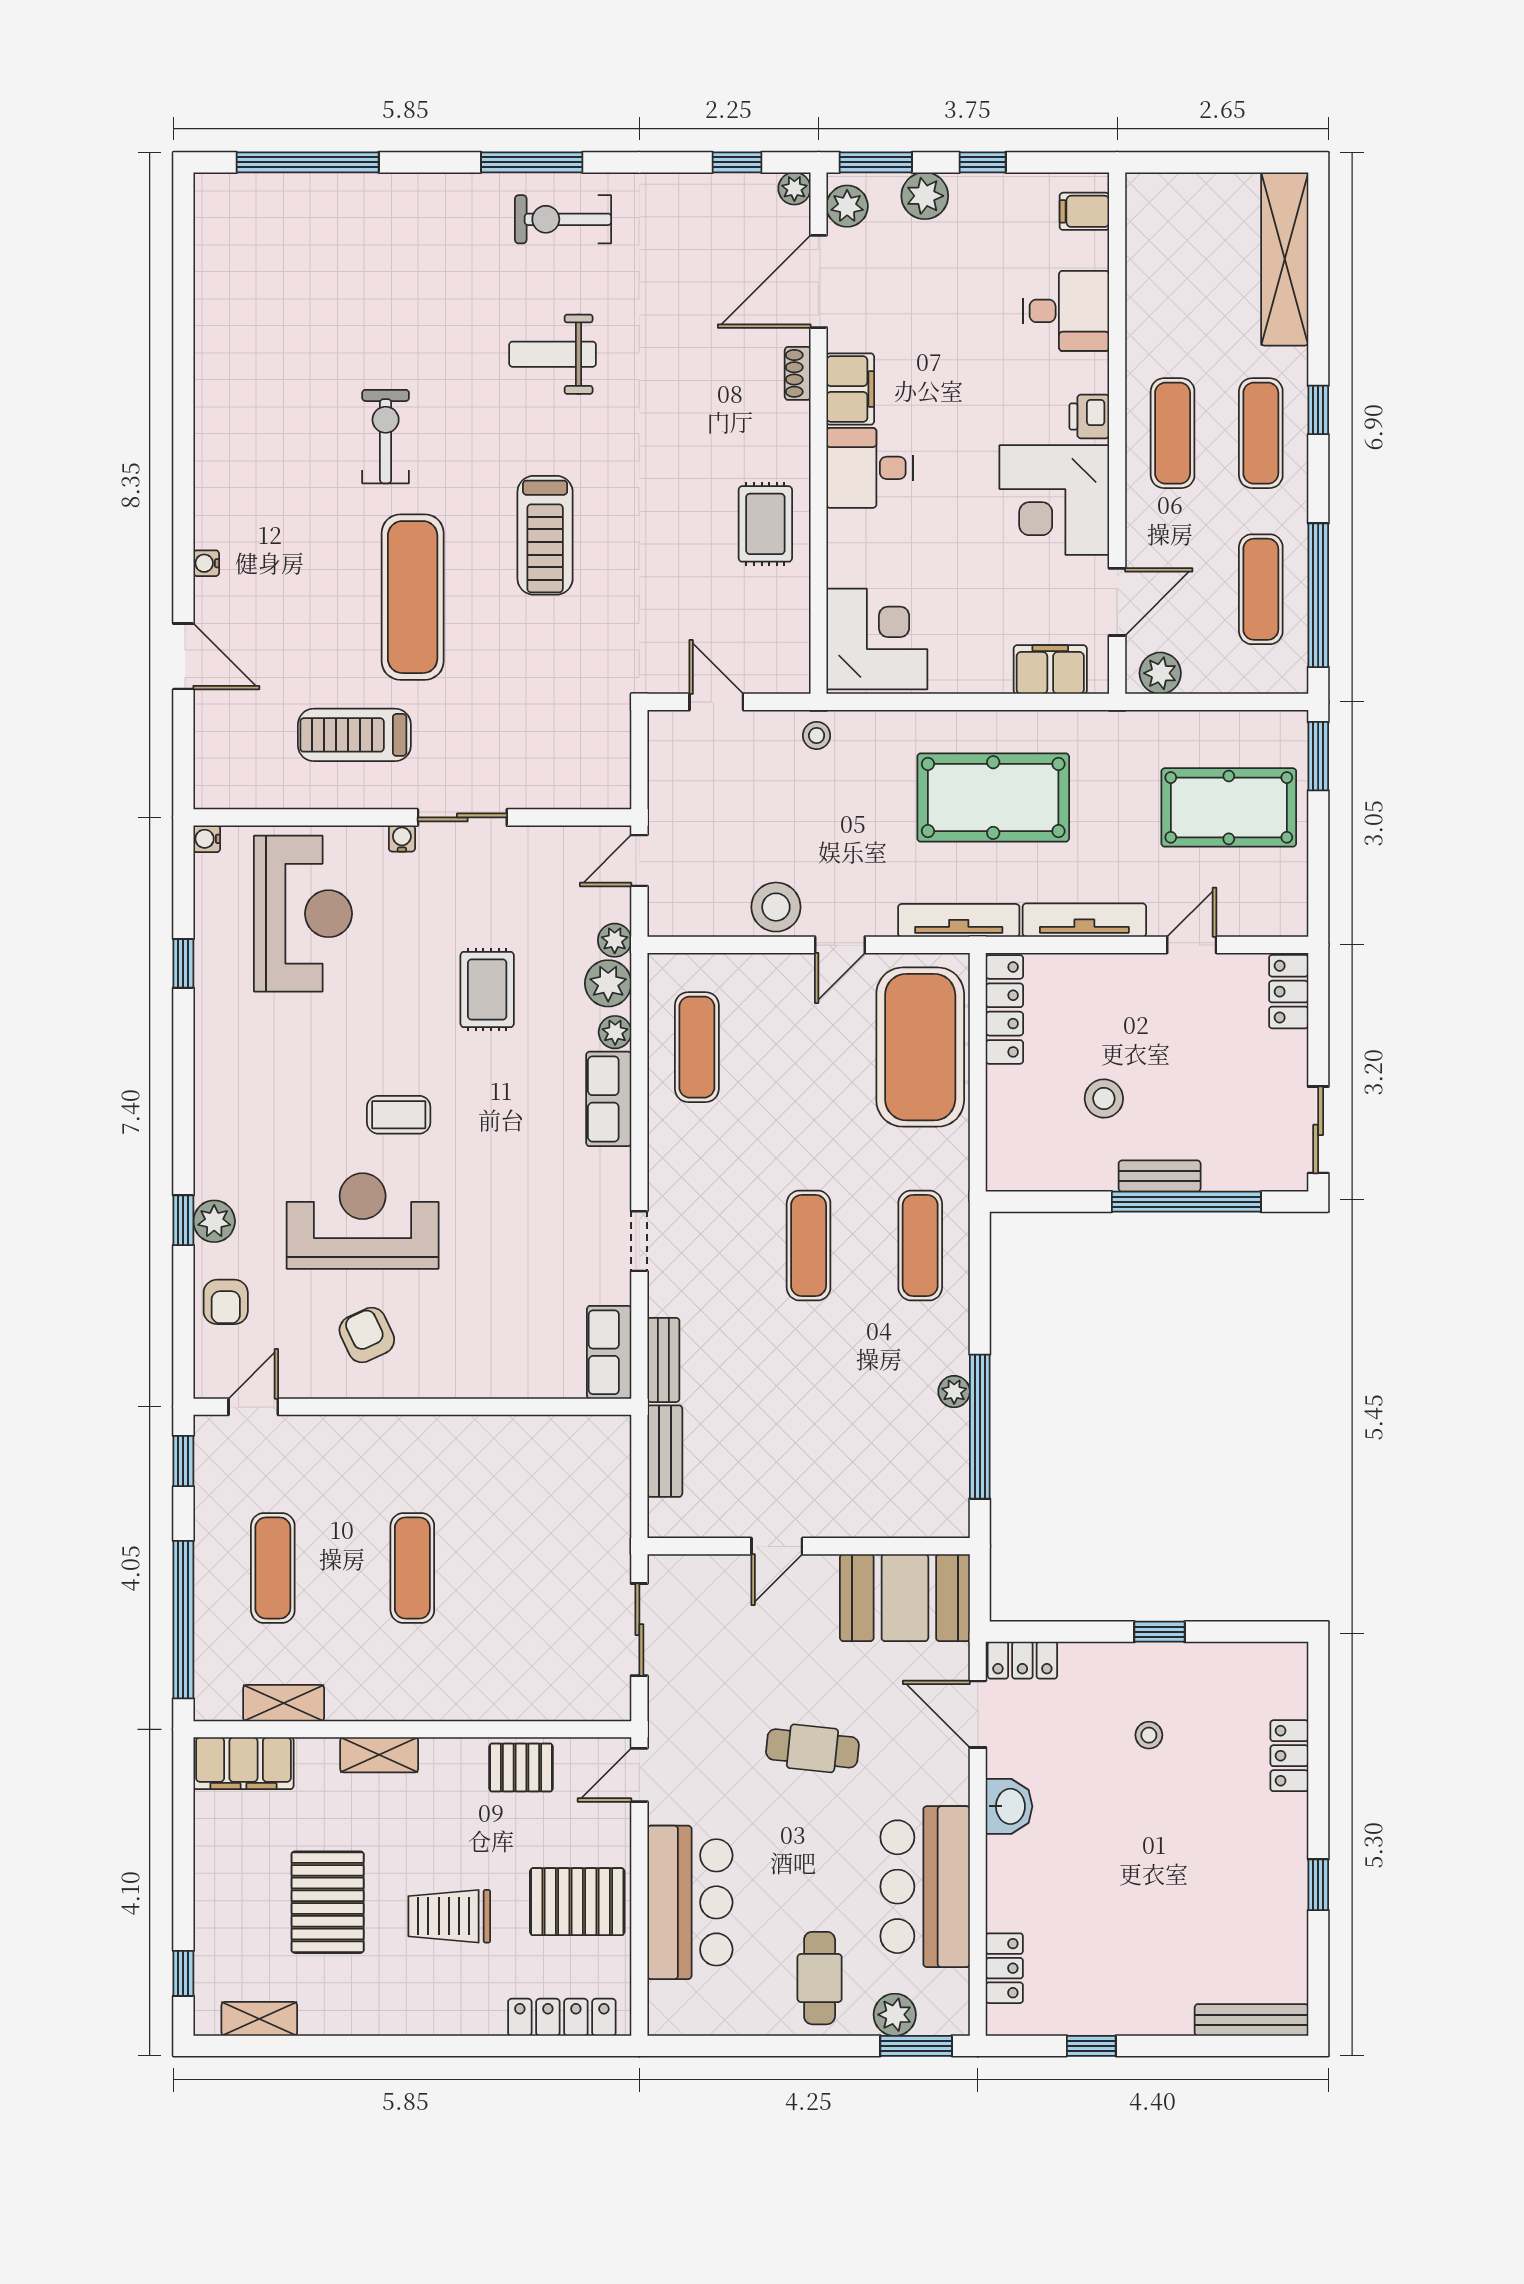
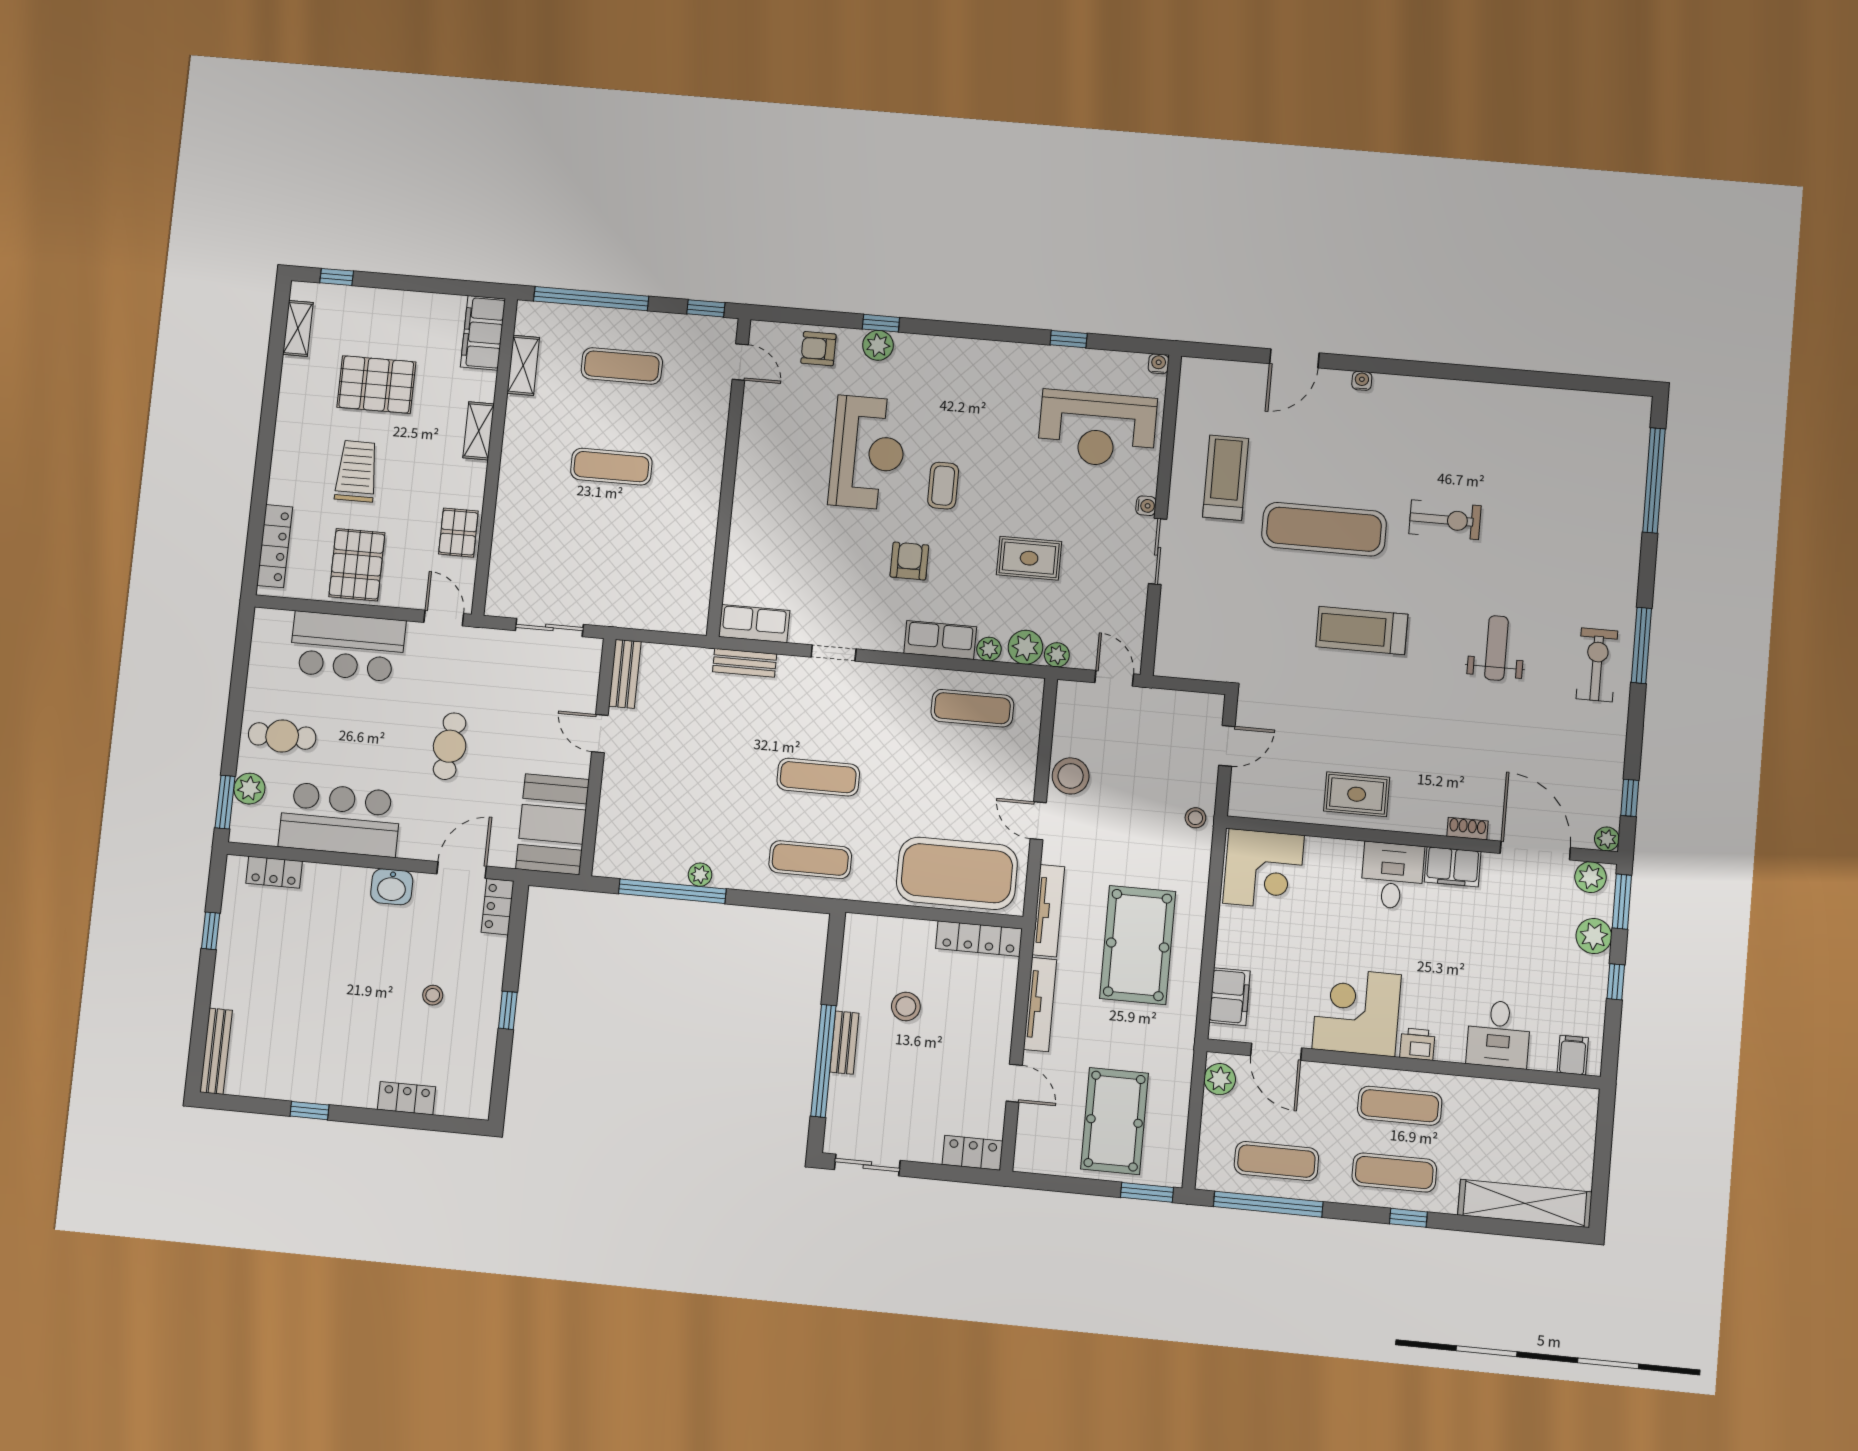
armchair: (367, 1335) -> (909, 561), moved, turned -65
bench: (665, 1451) -> (625, 674), moved, turned 90

